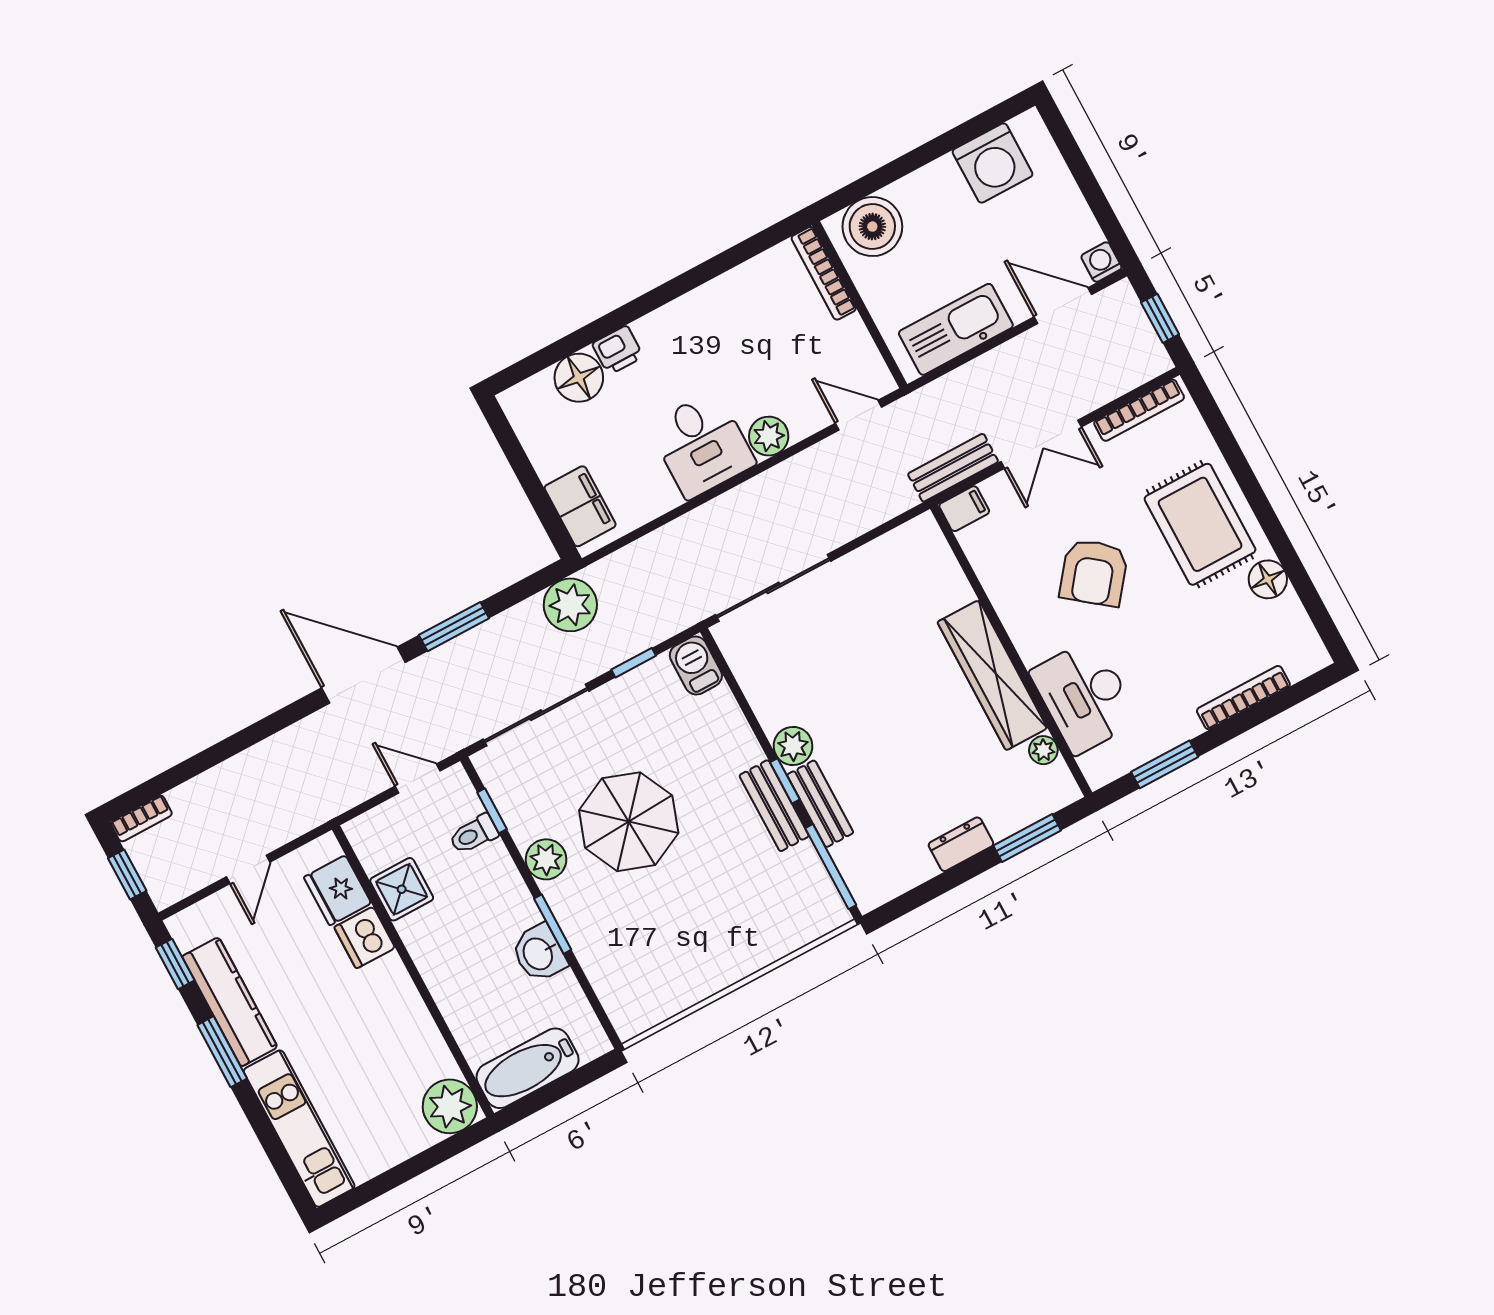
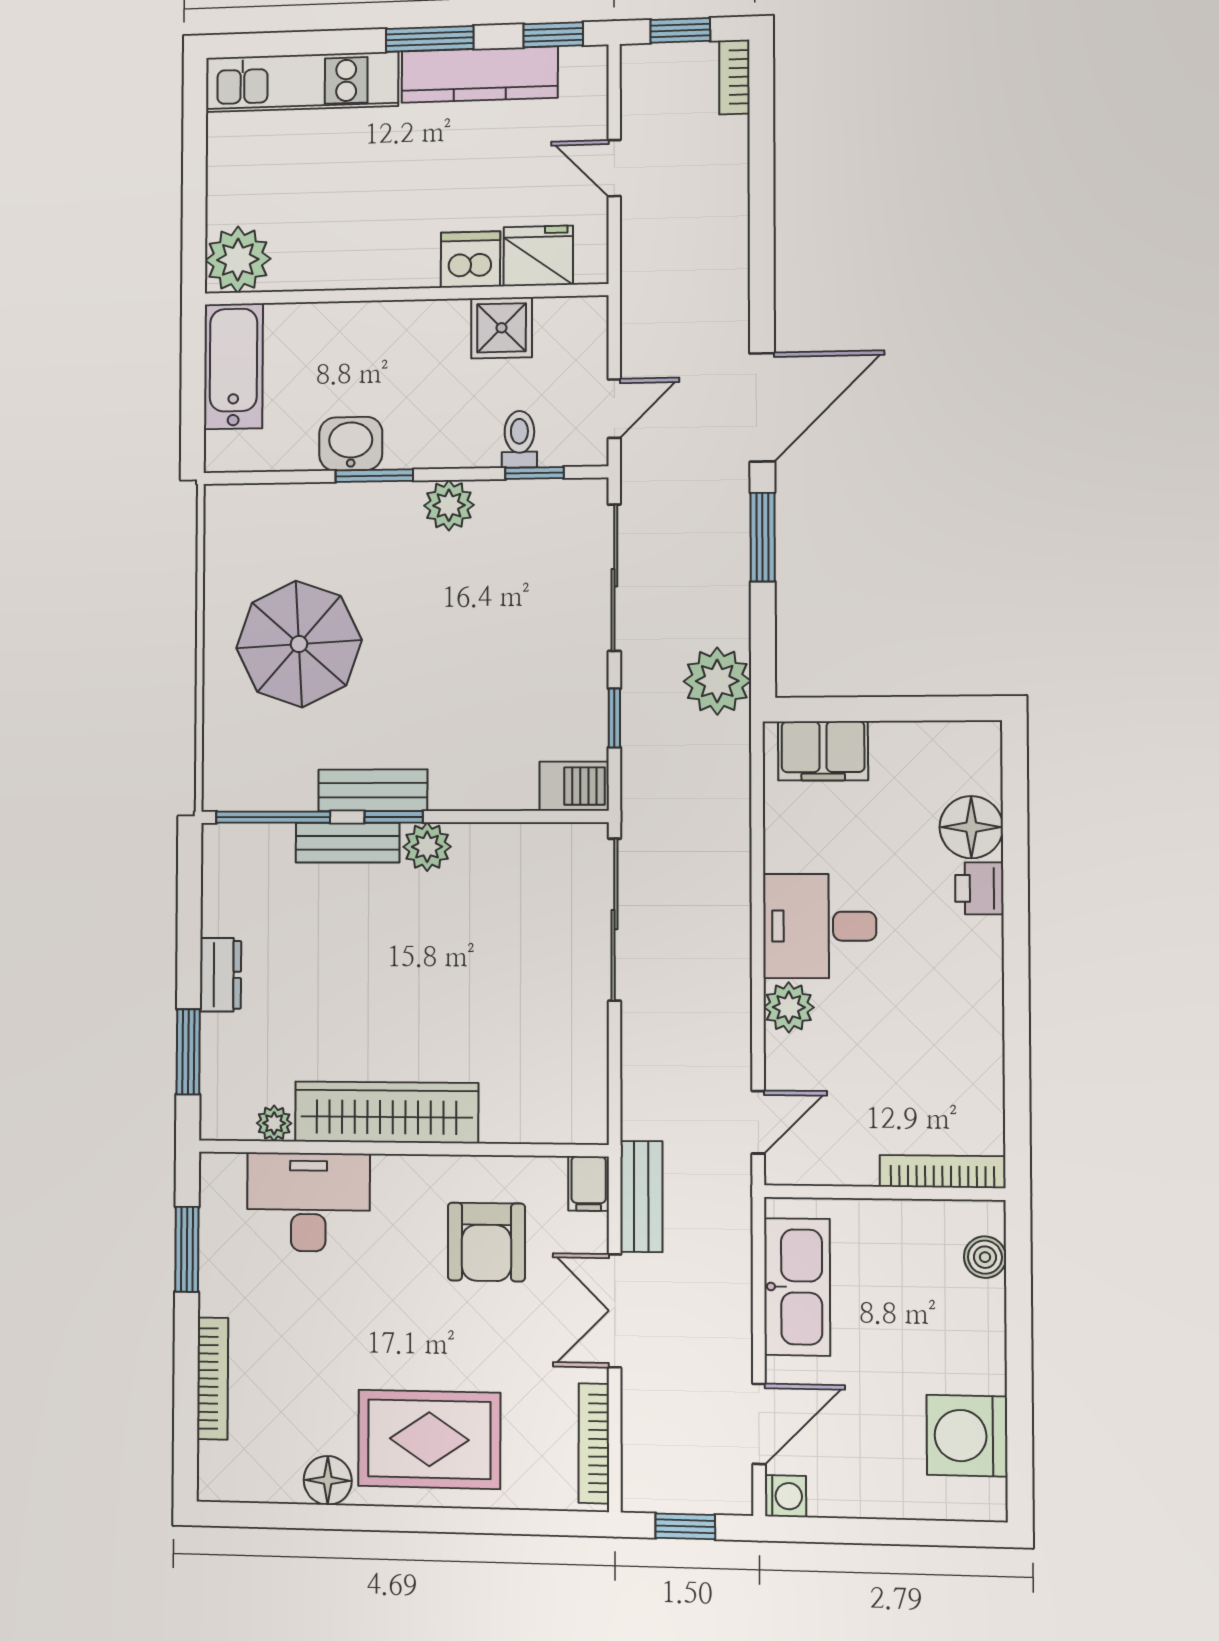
boiler: (872, 227) -> (985, 1257), width x0.54, depth x0.54
armchair: (1094, 573) -> (486, 1242), moved, turned -128
parasol: (629, 822) -> (299, 644), moved

